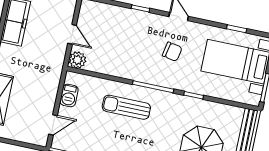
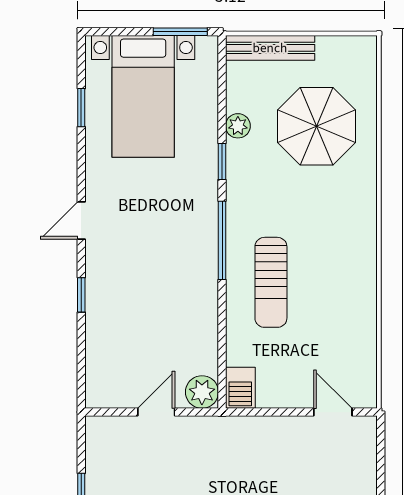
chair: (172, 52) -> (149, 219), removed
barbecue: (69, 96) -> (240, 388), moved, turned 90
plant: (210, 107) -> (238, 126), added

